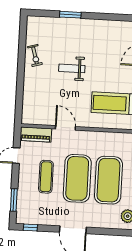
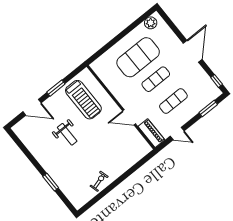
weight bench: (72, 68) -> (67, 134), moved
door: (65, 128) -> (129, 117), hinge flipped
exercise mat: (77, 178) -> (156, 79), width x0.50, depth x0.69

